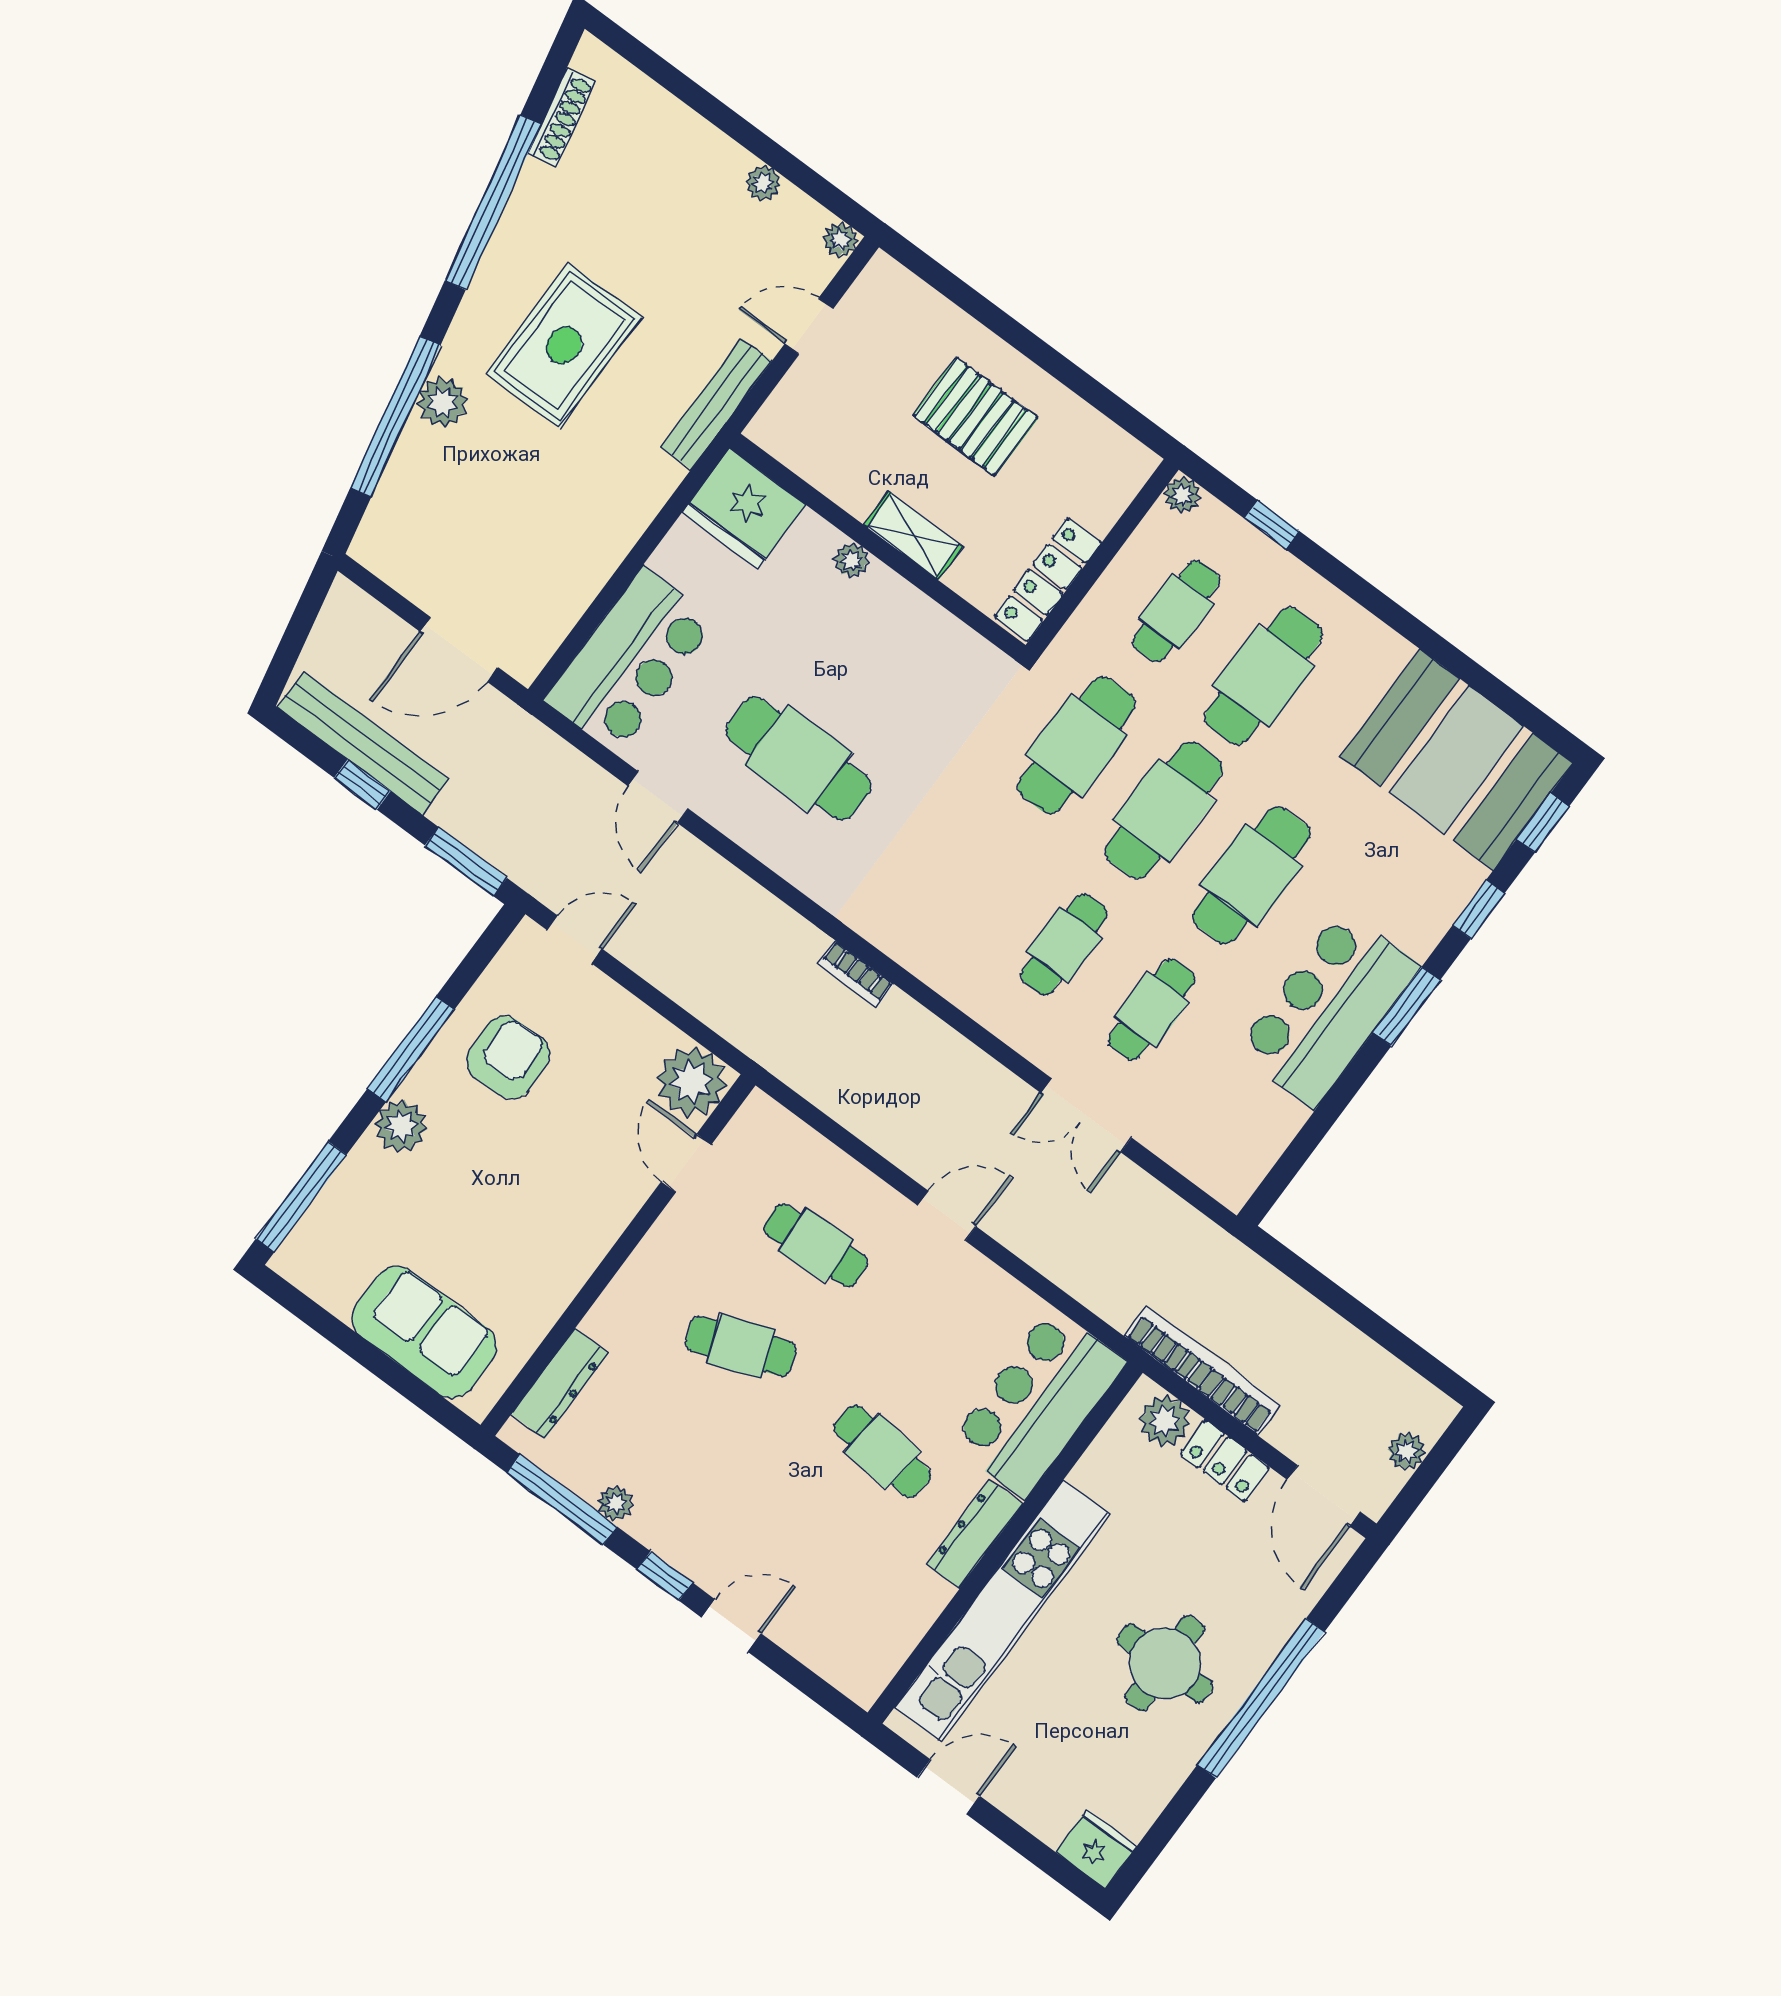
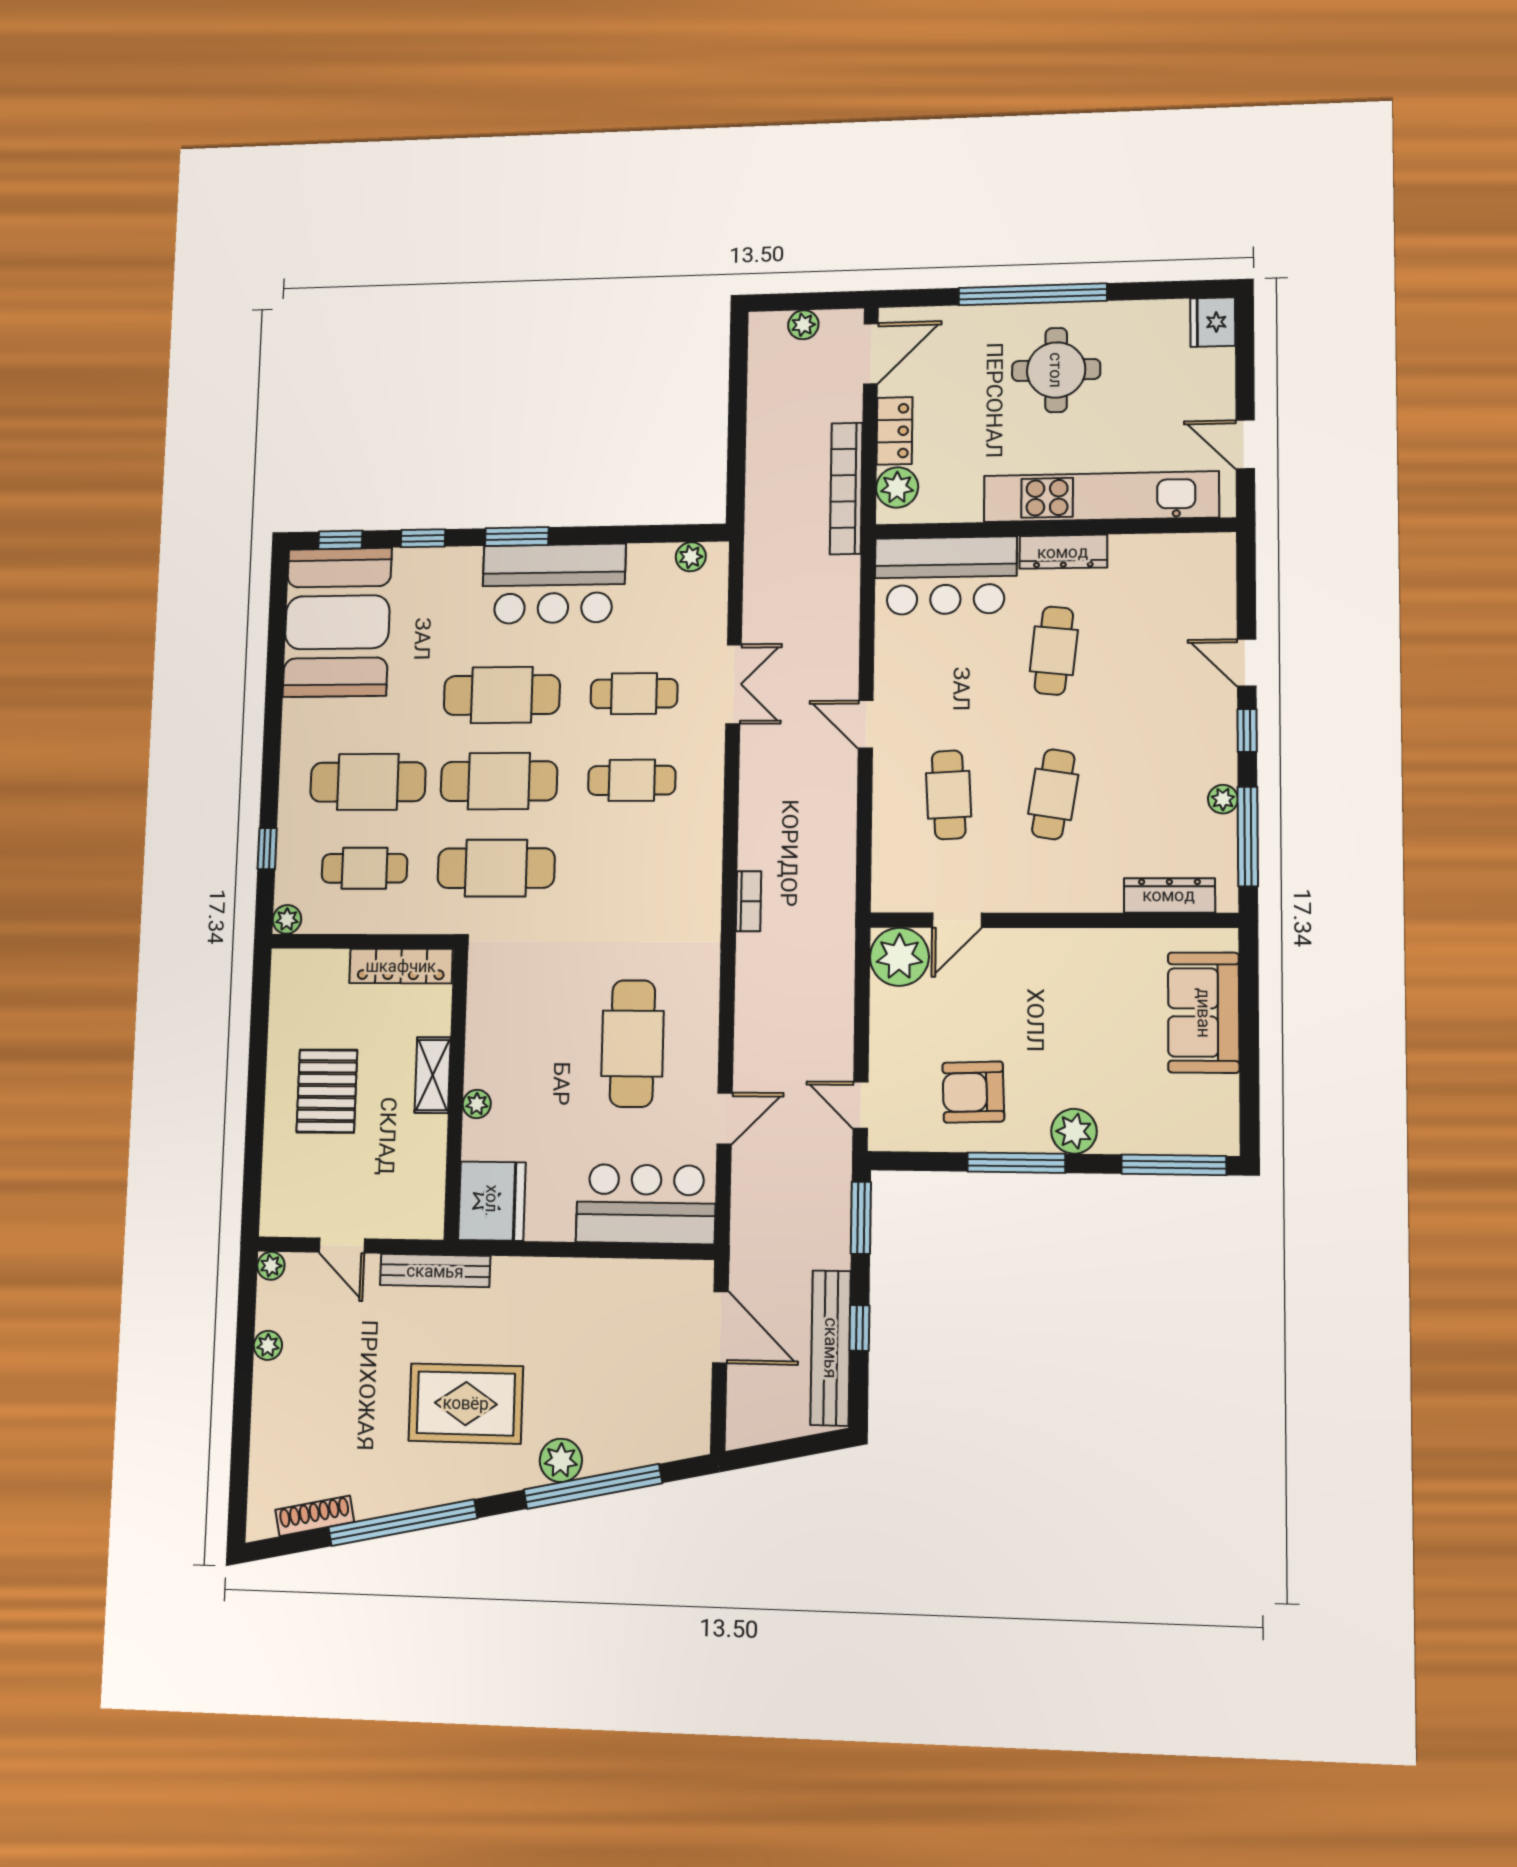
plant: (1250, 1166) -> (691, 557), added
cafe table: (741, 1346) -> (1053, 794), turned 30

